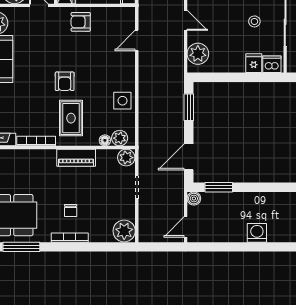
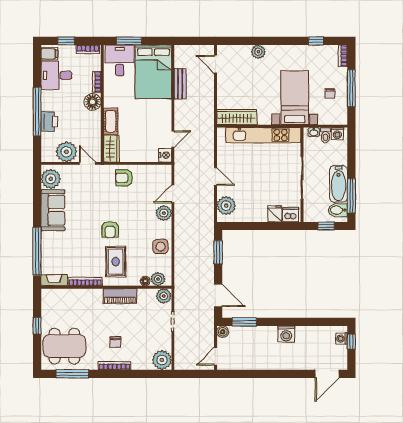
stool: (254, 21) -> (275, 177), removed
plant: (126, 62) -> (164, 213), added
door: (189, 157) -> (218, 295), swing flipped
washing machine: (257, 233) -> (286, 334), moved, turned 180

